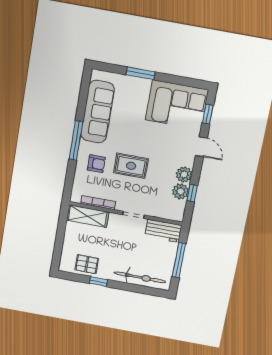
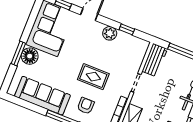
floor lamp: (140, 87) -> (30, 56), added
rug: (131, 166) -> (93, 77), turned 90
plant: (180, 191) -> (123, 39), removed

